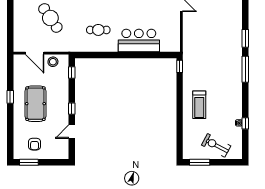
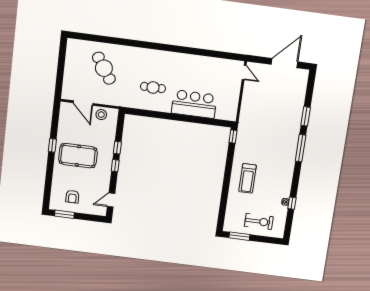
window: (72, 73) -> (117, 148), moved
pool table: (35, 104) -> (78, 156), turned 90
door: (72, 132) -> (111, 200), moved
exercise bike: (216, 145) -> (259, 221), turned 152

